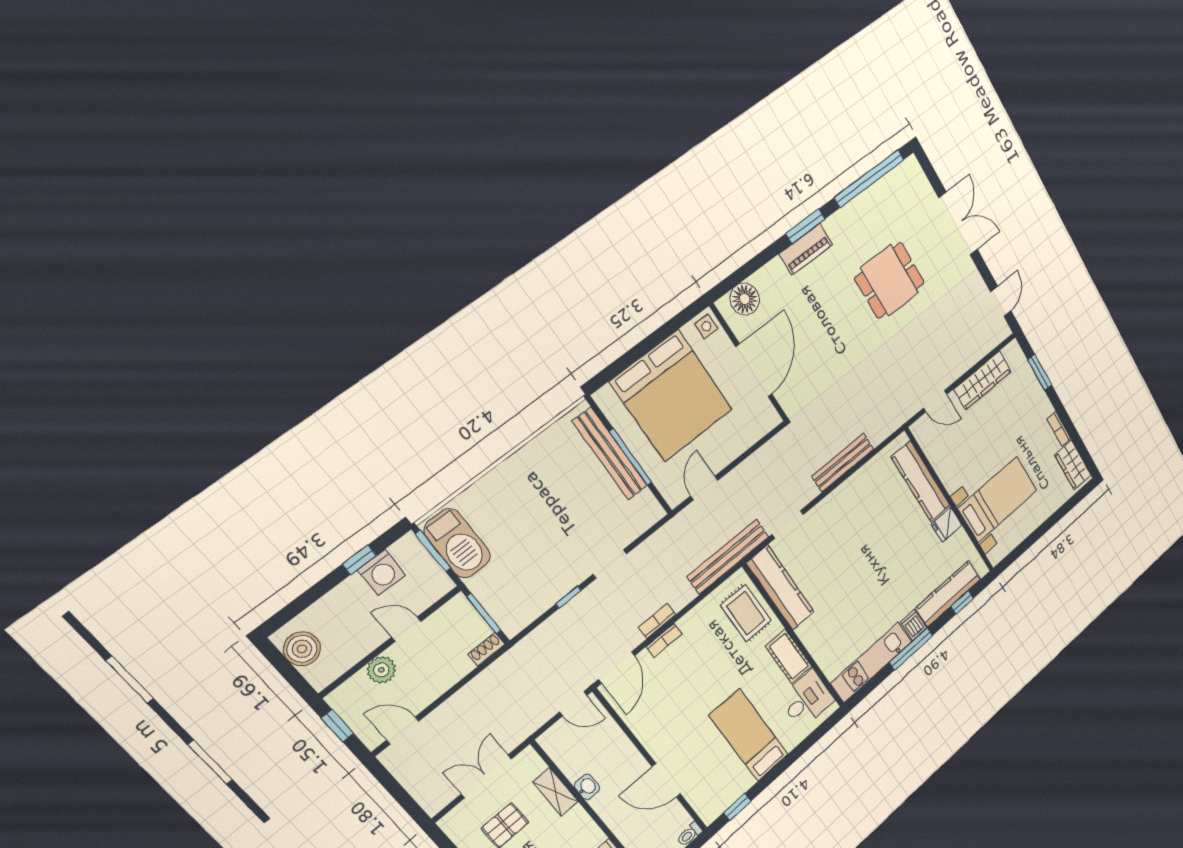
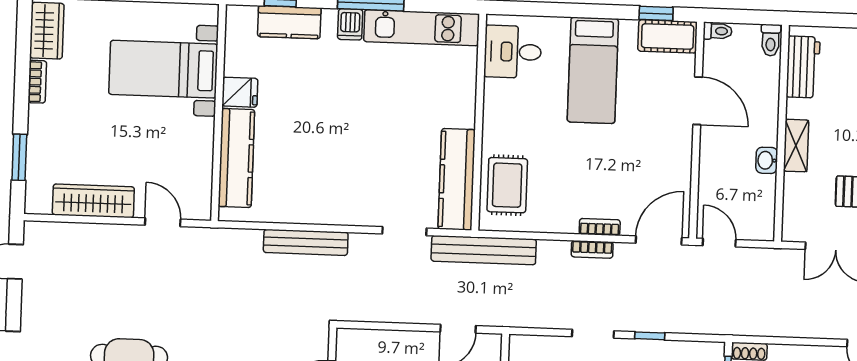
kitchen counter: (948, 594) -> (289, 22), width x0.67
cot: (789, 656) -> (668, 36), moved, turned 90
shelving: (556, 792) -> (796, 146), moved

